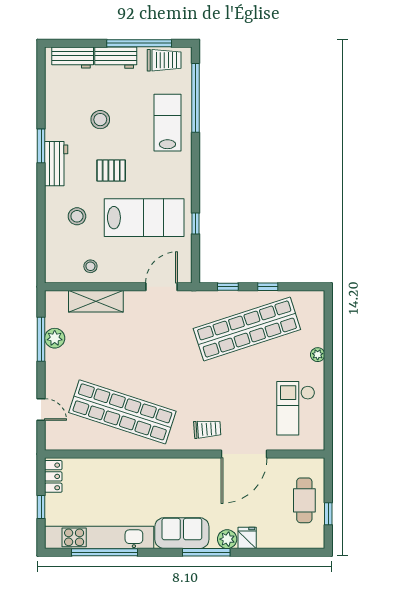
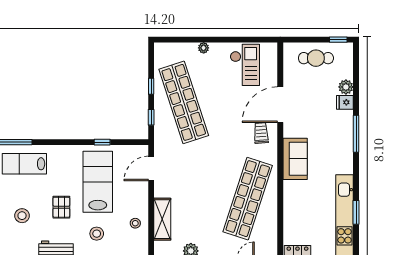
door: (161, 287) -> (151, 168), hinge flipped
checkout: (296, 408) -> (245, 65), turned -90
door: (244, 454) -> (280, 105), swing flipped
window: (328, 514) -> (338, 40), moved
sofa: (182, 533) -> (295, 159), moved, turned 180
plant: (227, 539) -> (346, 87), moved
window: (104, 552) -> (356, 212), width x0.47

